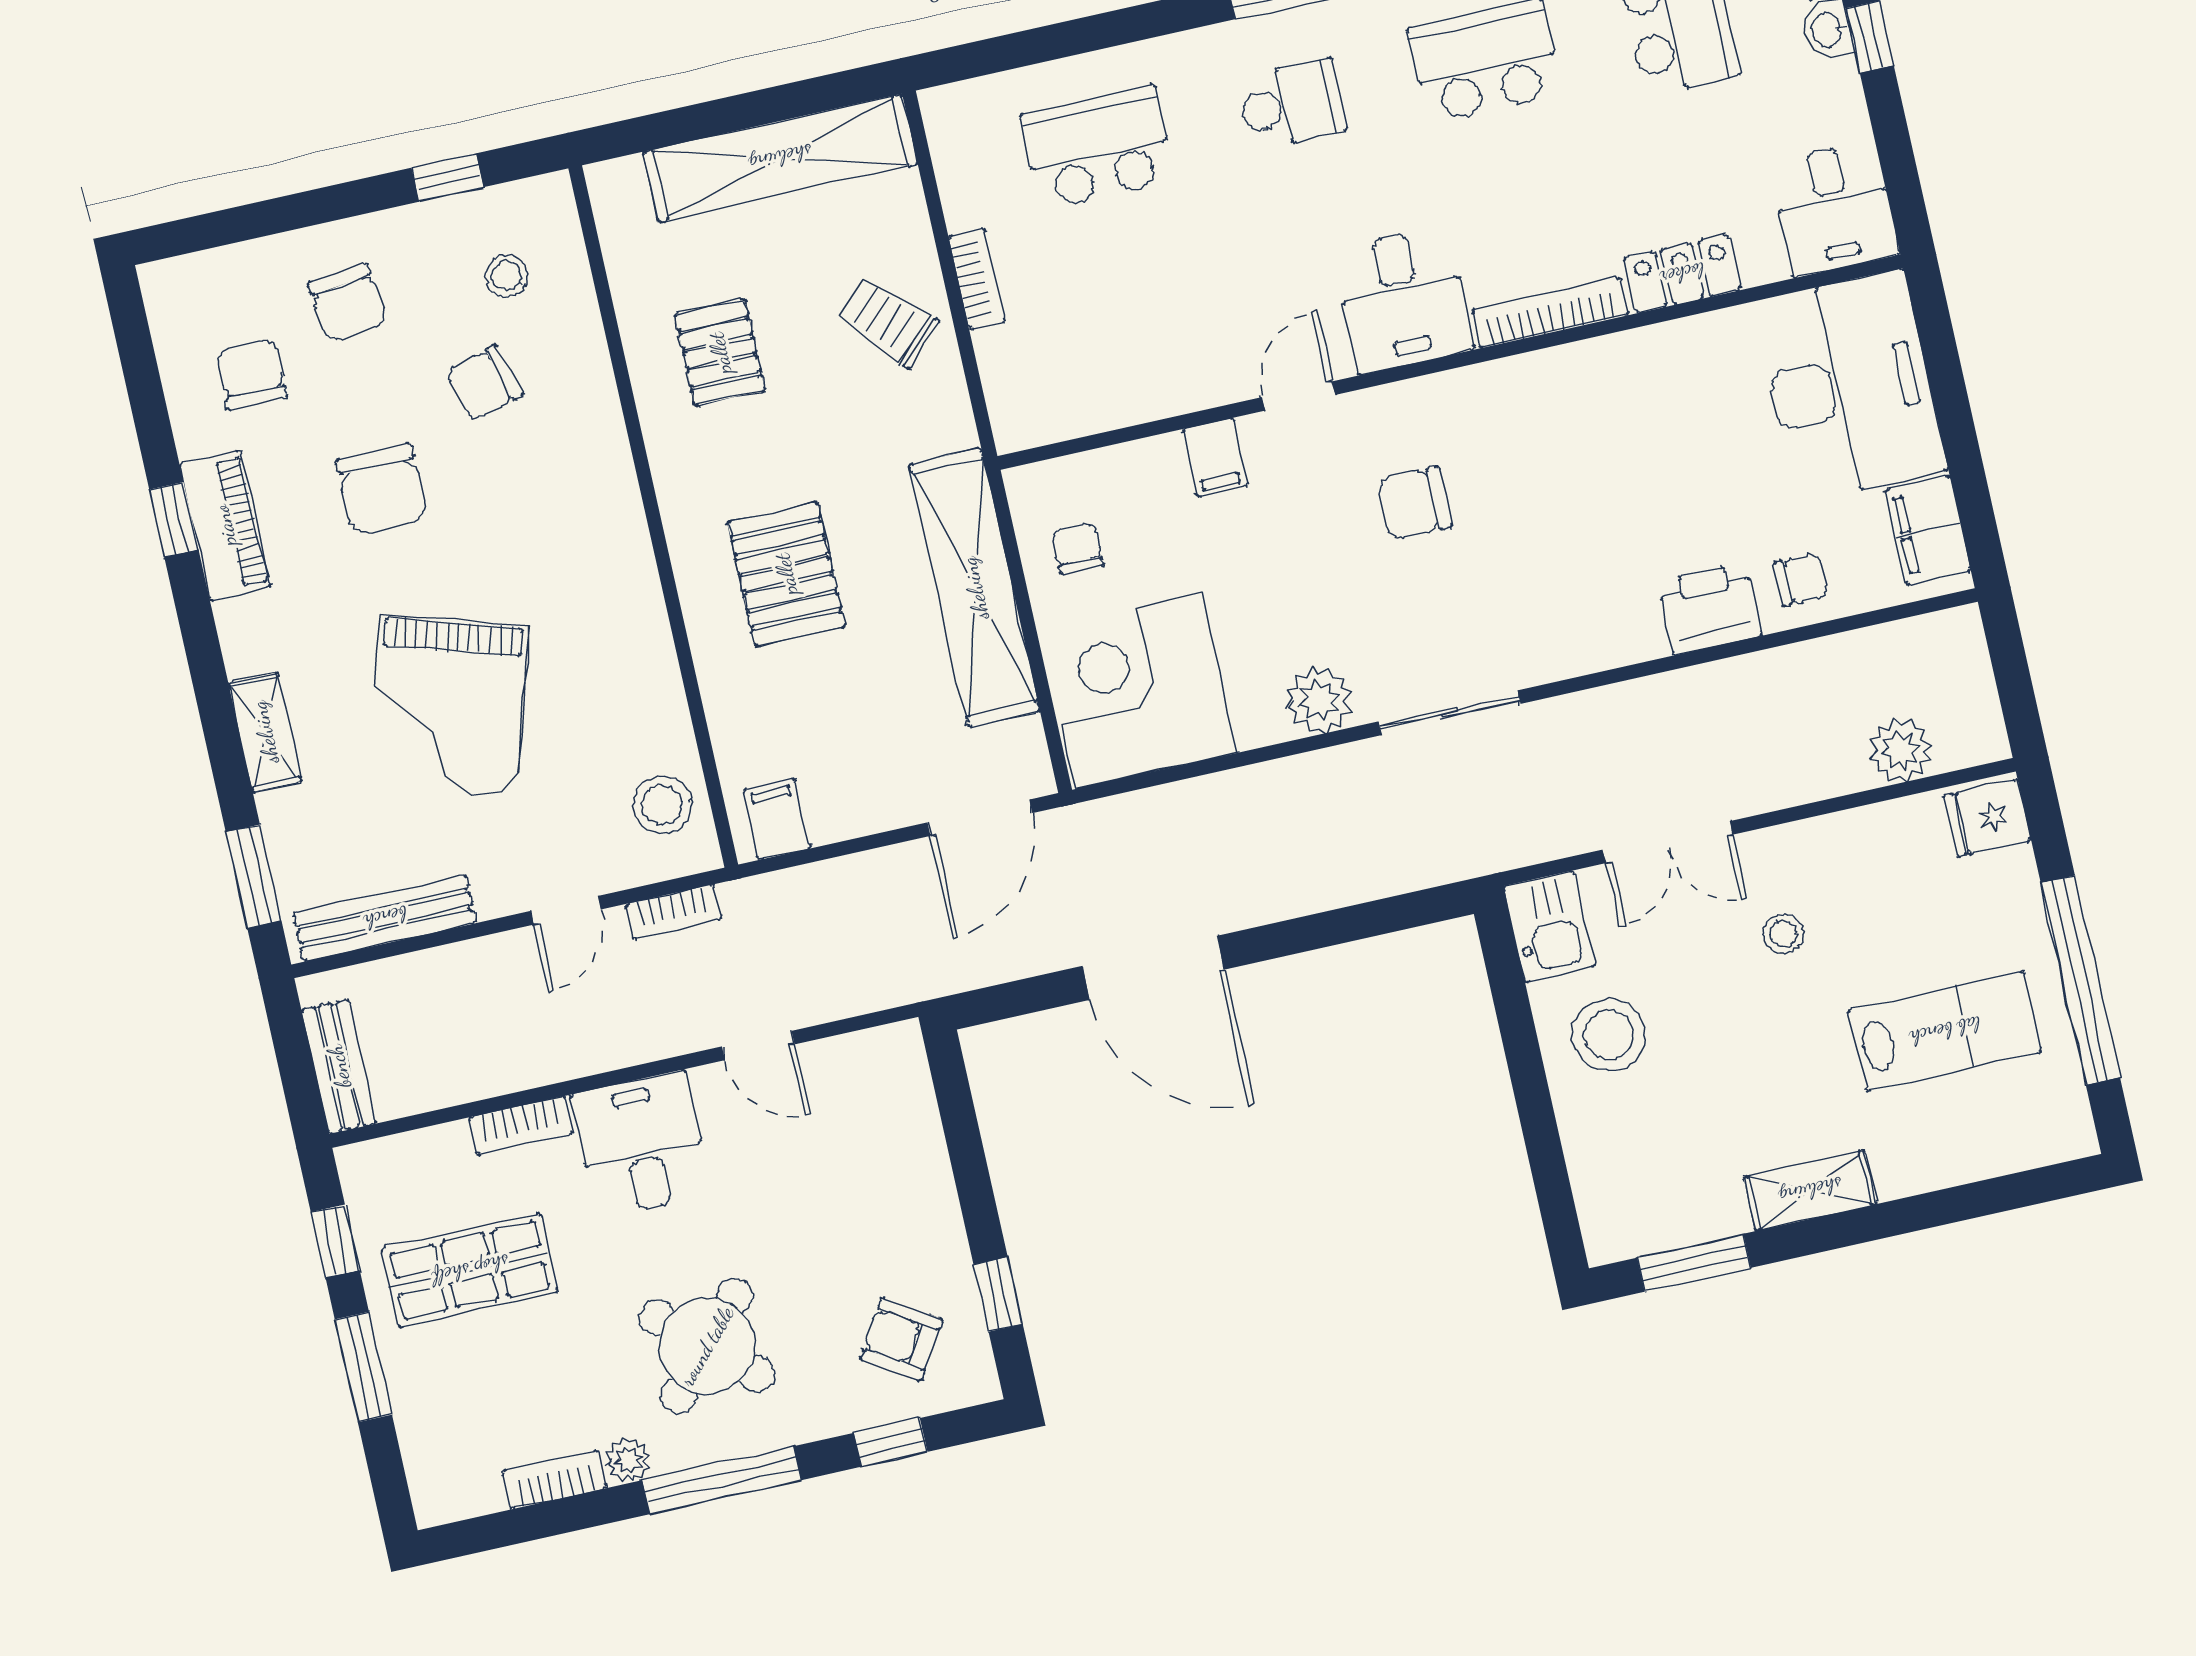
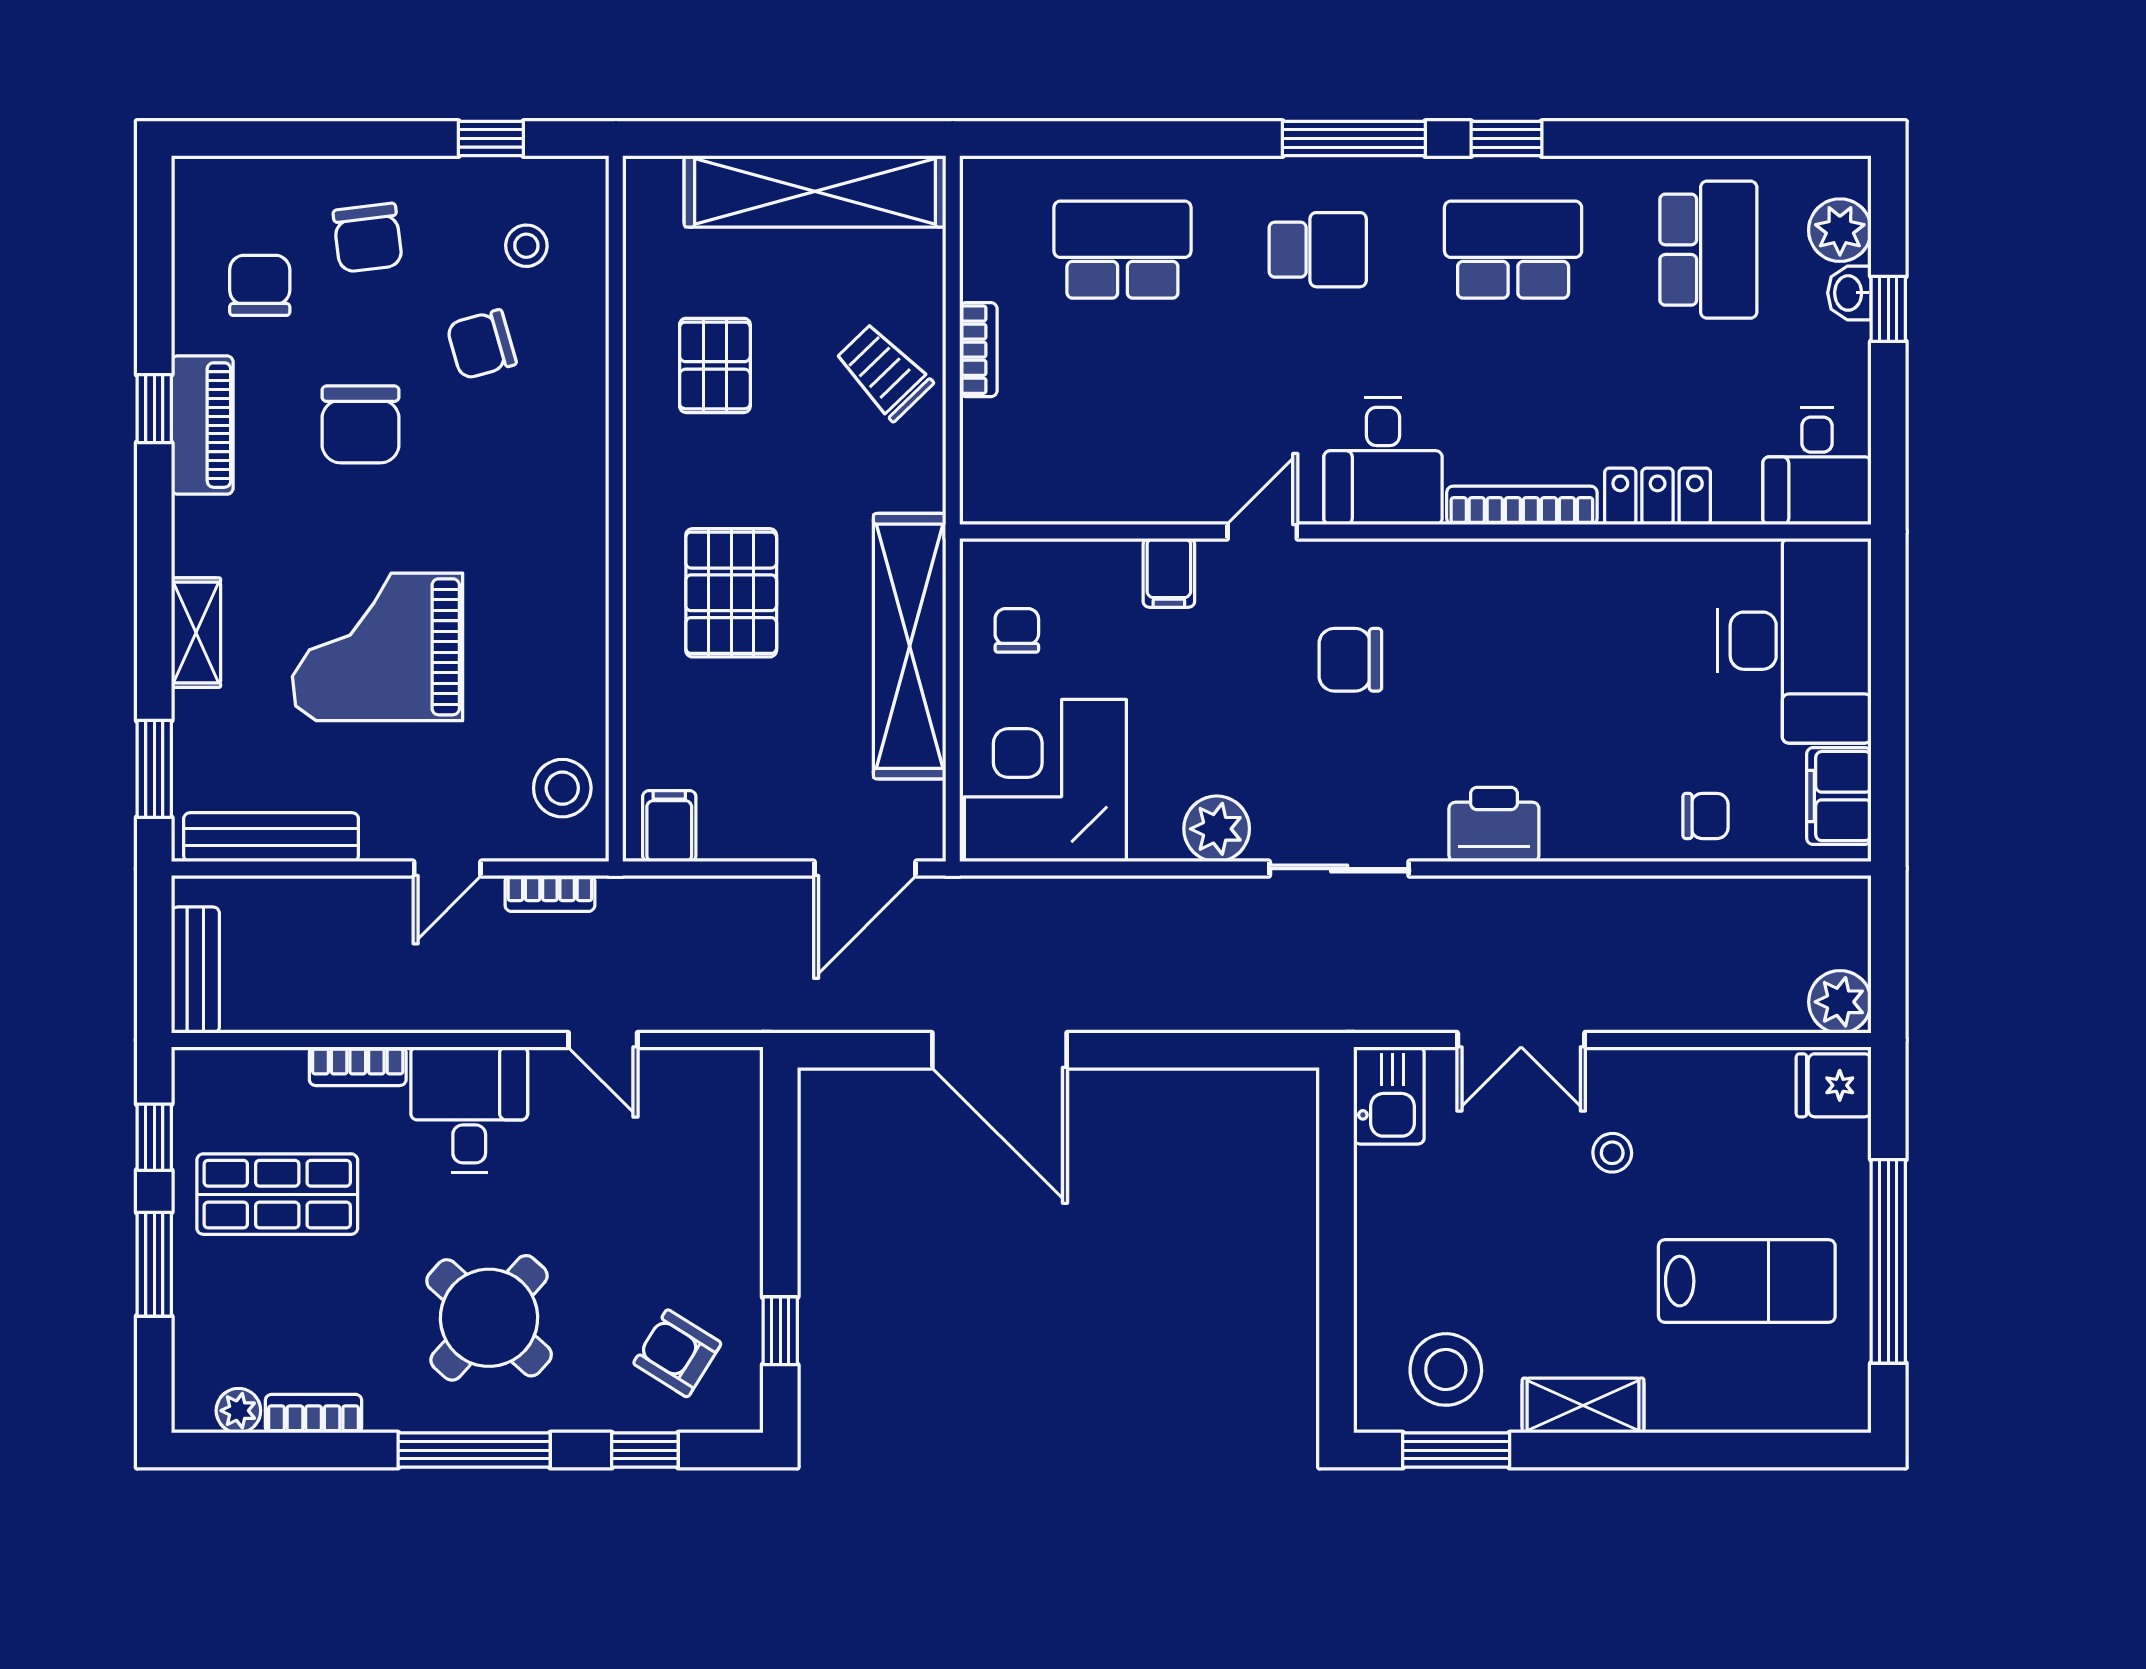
printer: (1710, 609) -> (1494, 825), moved
grand piano: (448, 706) -> (378, 647), turned 73
plant: (1901, 750) -> (1840, 1002), moved
stool: (1609, 1035) -> (1446, 1369), moved
plant: (628, 1460) -> (238, 1411), moved

